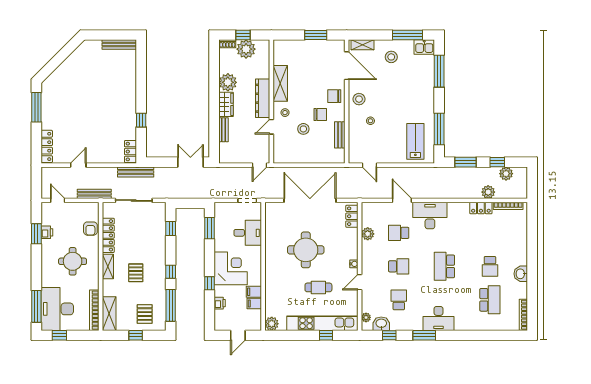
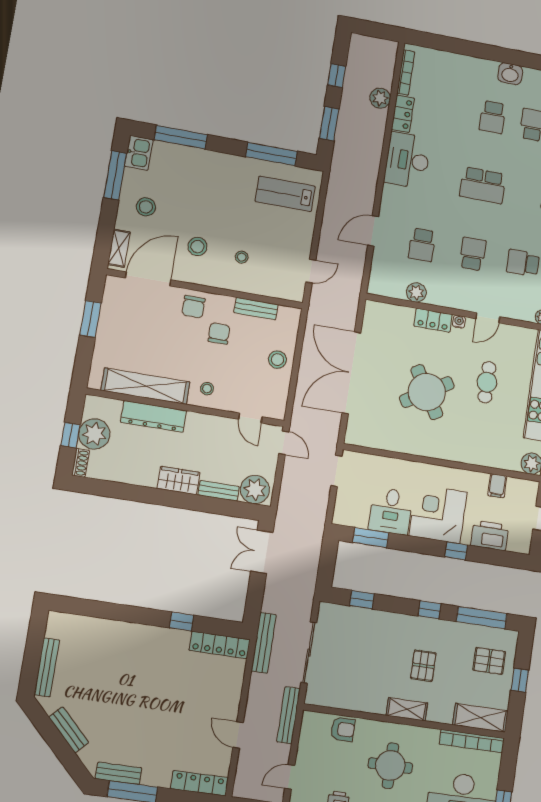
bench: (119, 45) -> (47, 667), moved
bench: (68, 64) -> (69, 730), added
plant: (228, 82) -> (255, 490), moved
shelving: (280, 83) -> (145, 386), width x1.47
bench: (46, 97) -> (119, 773), added
dresser: (263, 98) -> (154, 416), moved
stool: (359, 99) -> (197, 247), moved
door: (271, 127) -> (250, 418), moved
stool: (303, 129) -> (277, 360), moved
locker: (131, 152) -> (220, 645), width x1.53
plant: (506, 174) -> (356, 66), removed
locker: (352, 216) -> (433, 320), moved
desk: (430, 216) -> (408, 160), moved
desk: (248, 233) -> (391, 511), moved, turned 180
locker: (108, 235) -> (358, 702), removed
round table: (306, 250) -> (427, 392), turned -31
school desk: (490, 266) -> (493, 117), turned 90
pallet: (136, 273) -> (423, 666), turned 90
door: (360, 282) -> (488, 318), hinge flipped
filing cabinet: (254, 292) -> (479, 483), removed
printer: (220, 303) -> (490, 535), width x1.87, depth x1.48

